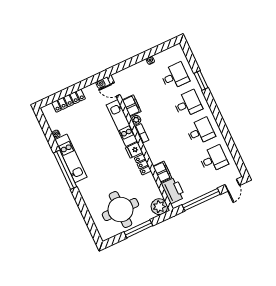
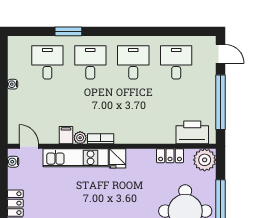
door: (115, 89) -> (29, 146), swing flipped
filing cabinet: (132, 106) -> (66, 135), width x0.50
locker: (143, 164) -> (170, 156), moved
filing cabinet: (162, 172) -> (162, 135), removed

